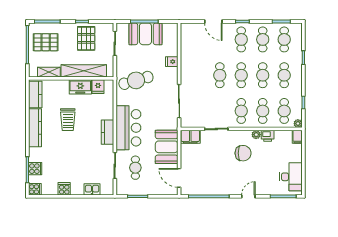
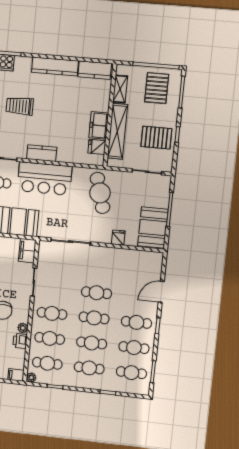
booth: (145, 34) -> (153, 228), moved
trolley: (68, 120) -> (20, 106), moved

